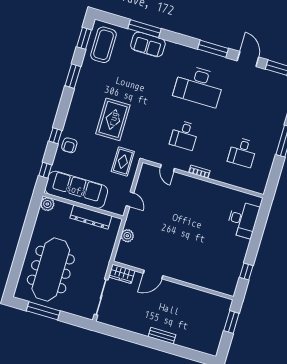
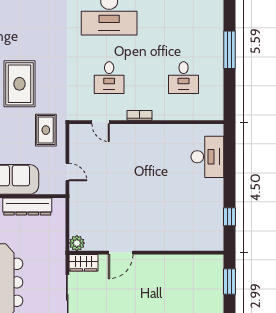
plant: (127, 236) -> (77, 243), moved

